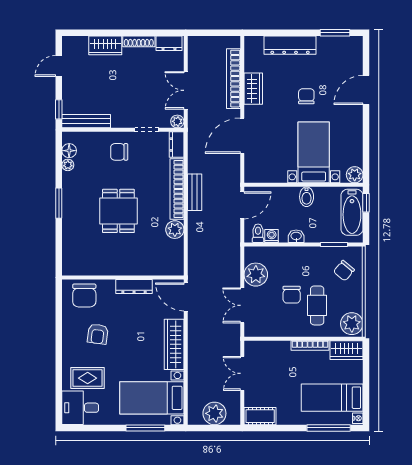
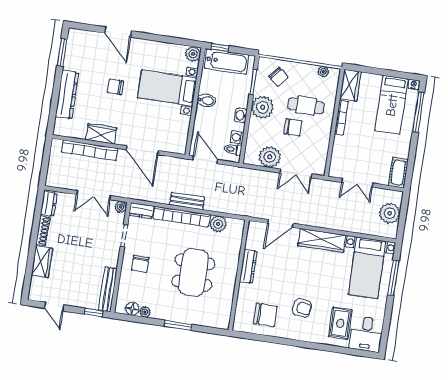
dining table: (118, 211) -> (193, 272), width x1.38
plant: (308, 259) -> (263, 107), added
wall: (123, 277) -> (239, 275), moved
dresser: (134, 286) -> (248, 266), moved
plant: (352, 324) -> (323, 71), width x0.53, depth x0.53

